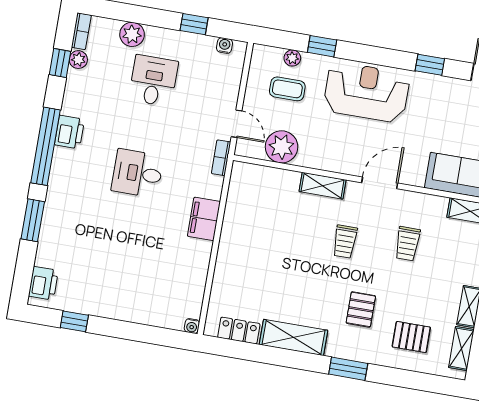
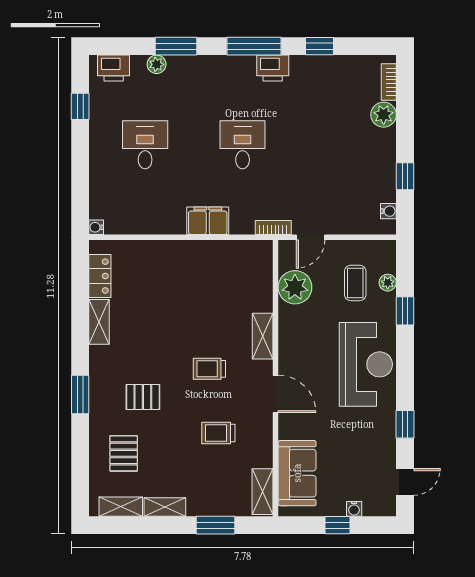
bookcase: (81, 31) -> (389, 82), moved, turned 90
plant: (78, 60) -> (157, 64), moved
window: (60, 63) -> (320, 46), moved
desk: (153, 81) -> (145, 145), moved, turned -90
window: (46, 146) -> (254, 46), width x0.68
shelving: (294, 337) -> (99, 322), width x0.67, depth x0.75

